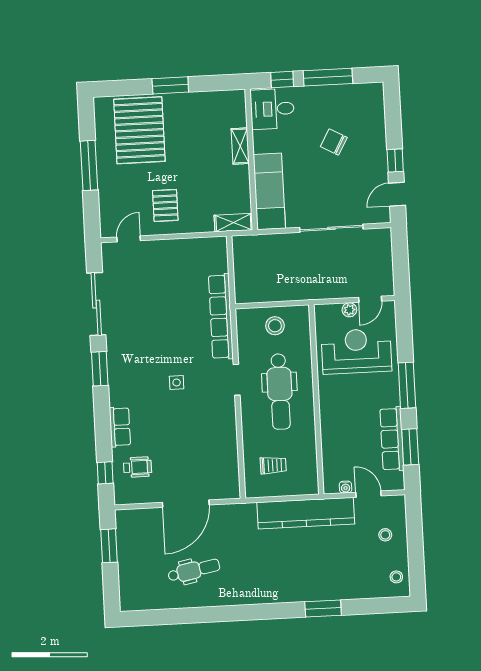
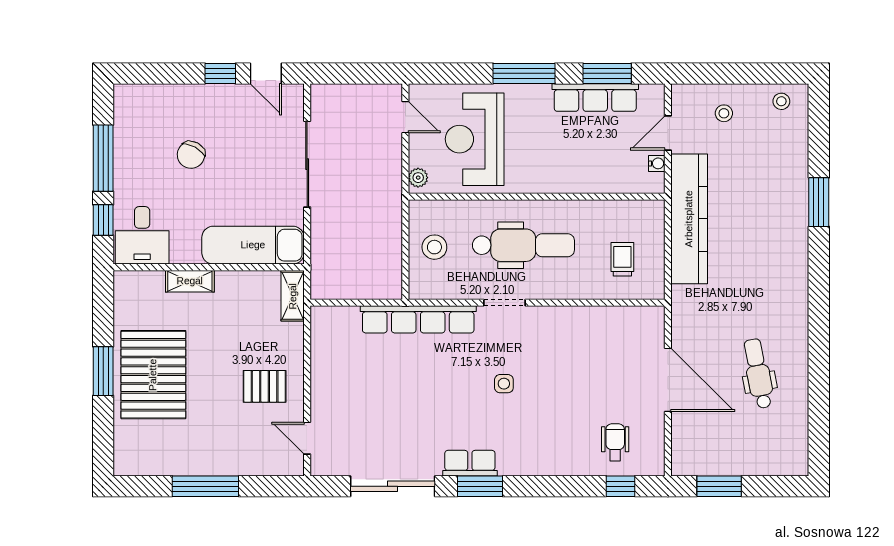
pallet: (139, 130) -> (153, 375), moved, turned 90
plant: (349, 310) -> (418, 178), moved
row of seats: (120, 427) -> (470, 463), moved

